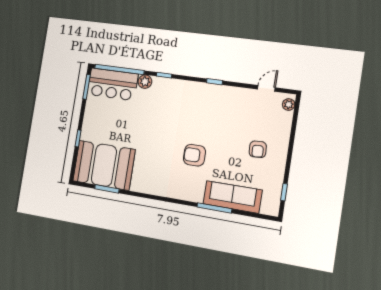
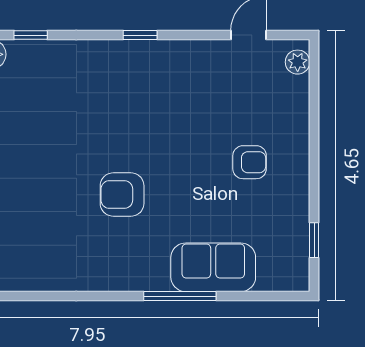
armchair: (258, 149) -> (250, 162), turned -87
sofa: (232, 197) -> (213, 267), width x0.73

